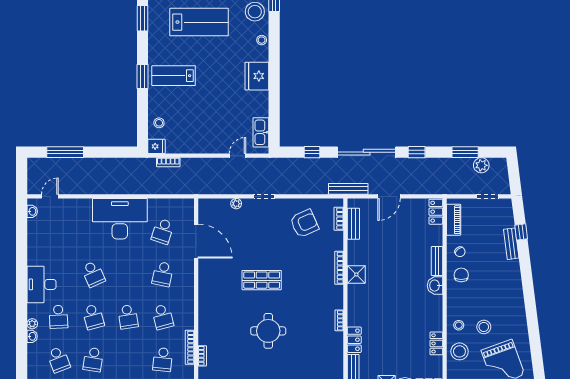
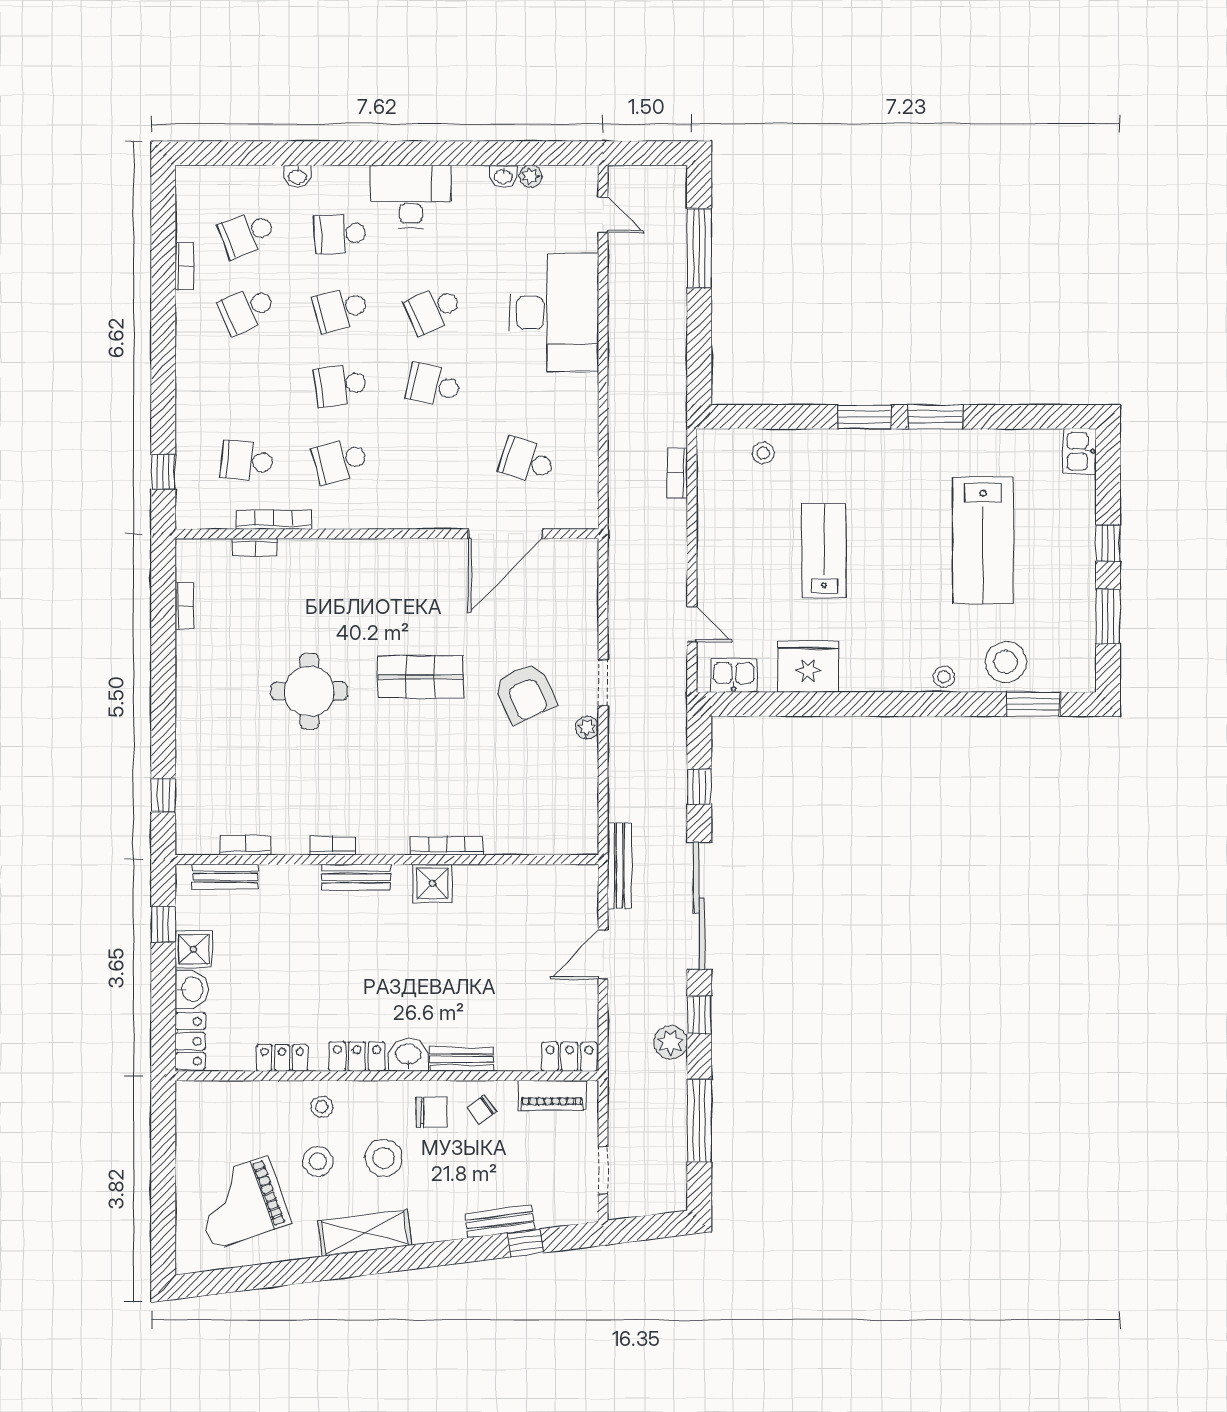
window: (142, 18) -> (935, 417), moved
lab bench: (174, 76) -> (824, 550), moved
fridge: (257, 76) -> (808, 666), moved
kitchen sink: (261, 132) -> (734, 675), width x0.73
fridge: (156, 146) -> (712, 447), removed
window: (465, 152) -> (699, 1121), width x1.44
plant: (481, 165) -> (671, 1042), moved
door: (389, 196) -> (603, 955), hinge flipped
plant: (236, 204) -> (587, 728), moved
washbasin: (32, 211) -> (503, 176), moved
desk: (120, 219) -> (554, 313), moved
bookcase: (339, 219) -> (245, 845), moved
armchair: (304, 223) -> (525, 693), moved
bench: (353, 224) -> (356, 877), moved
school desk: (163, 274) -> (433, 385), moved
shop shelf: (262, 280) -> (420, 677), turned 90
shelving: (517, 306) -> (365, 1233), added
plant: (32, 324) -> (531, 176), moved
locker: (354, 340) -> (357, 1056), moved, turned 180
stool: (459, 351) -> (384, 1158), moved
school desk: (93, 360) -> (247, 309), turned -33

